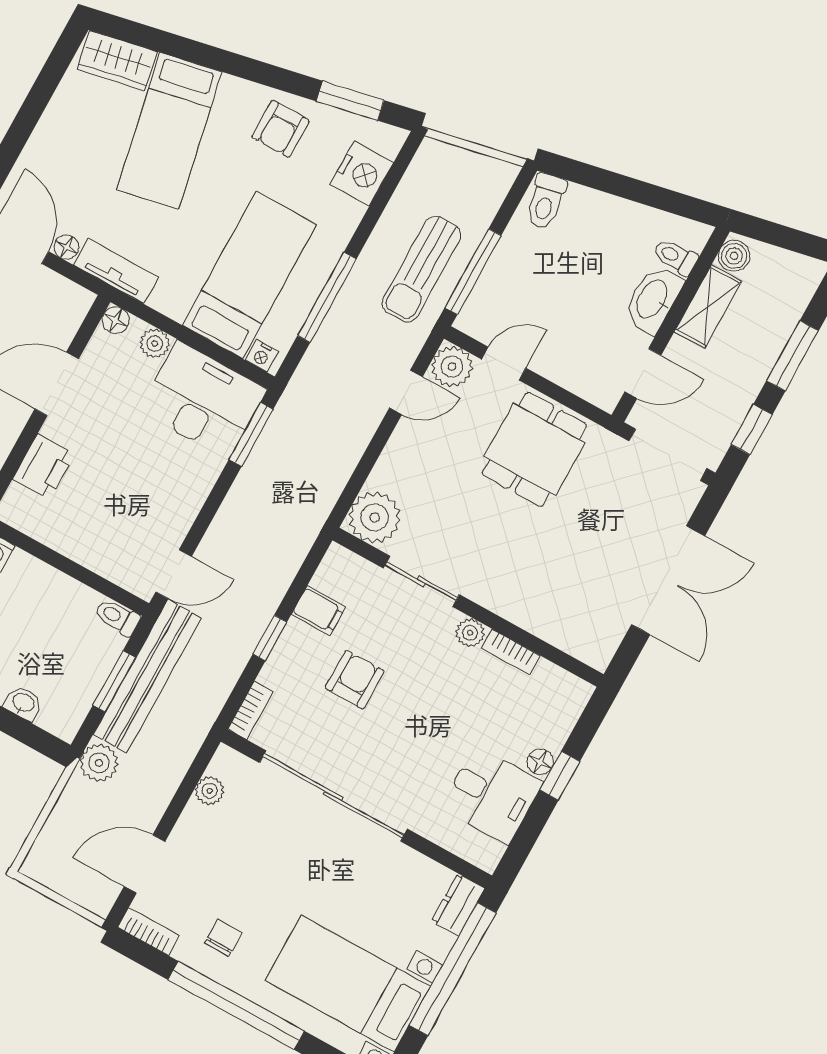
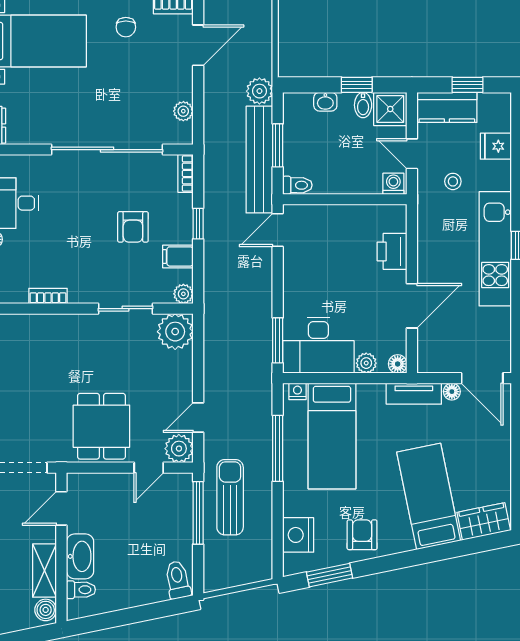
plant: (470, 633) -> (183, 294), moved

